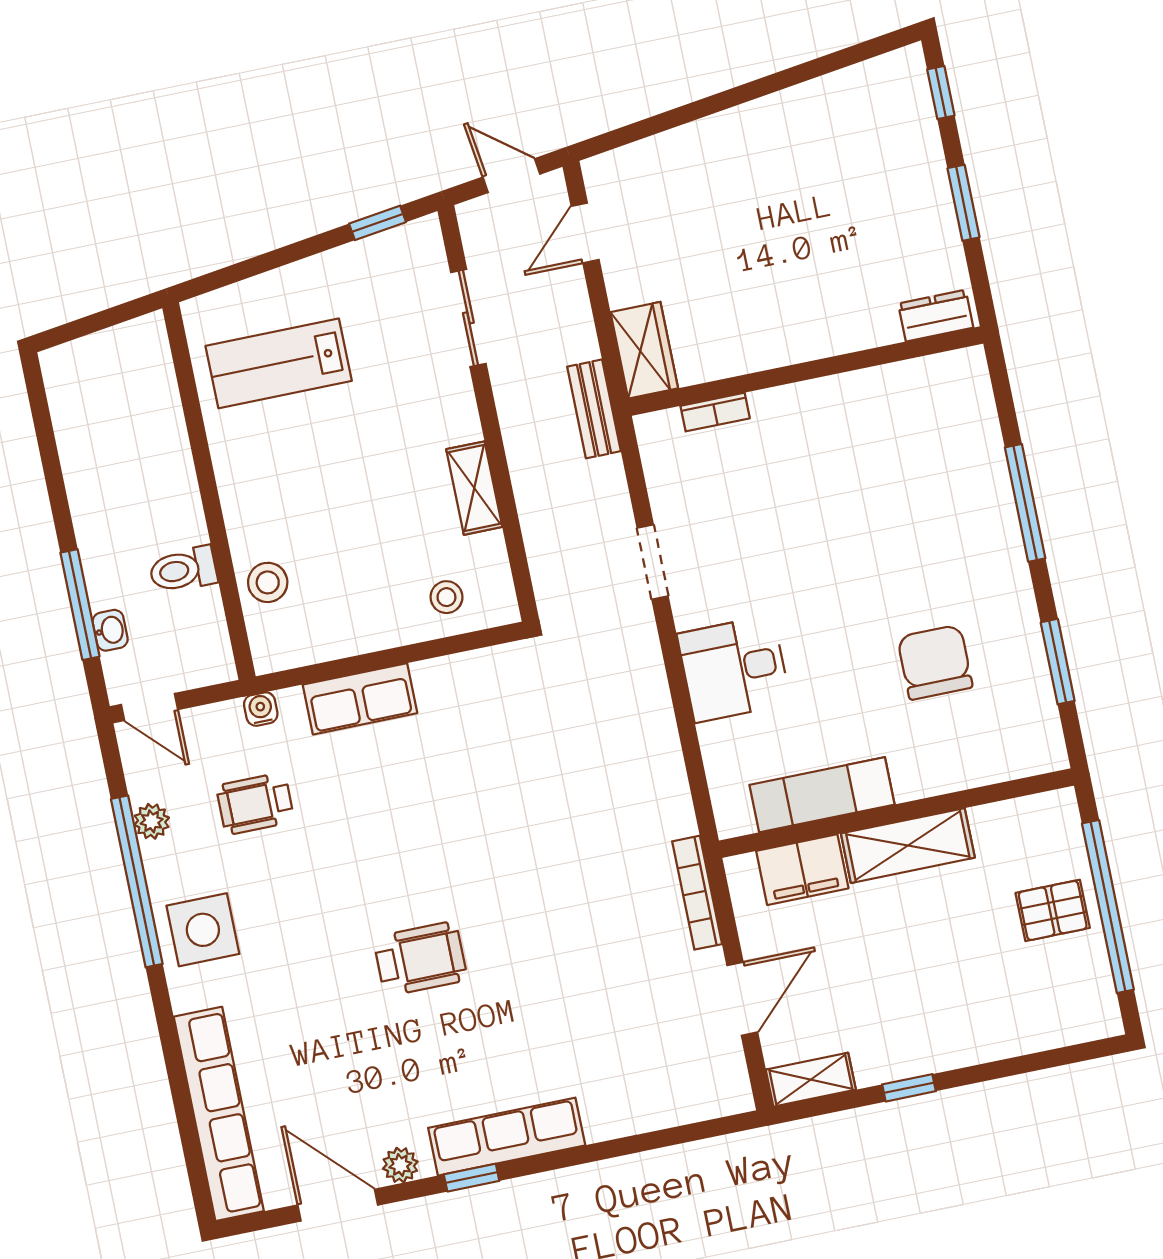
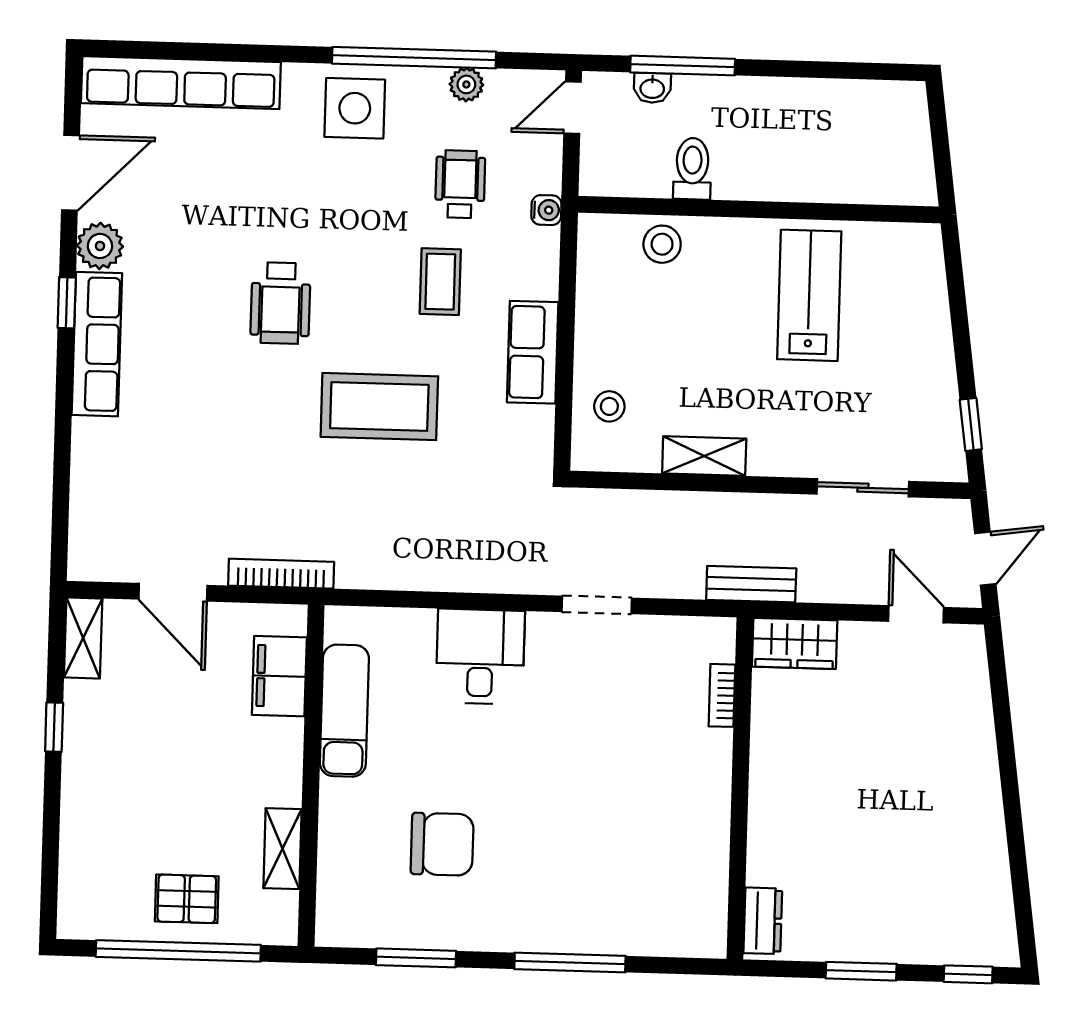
lab bench: (279, 363) -> (809, 295), moved
row of seats: (360, 699) -> (533, 352), moved
coffee table: (360, 800) -> (440, 282), added
coffee table: (502, 832) -> (379, 407), added
shelving: (908, 846) -> (282, 849), moved, width x0.67, depth x0.75
pallet: (1053, 910) -> (187, 899), turned 90
plant: (400, 1165) -> (100, 246), width x1.38, depth x1.38

